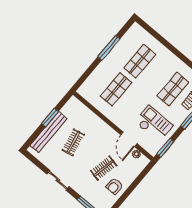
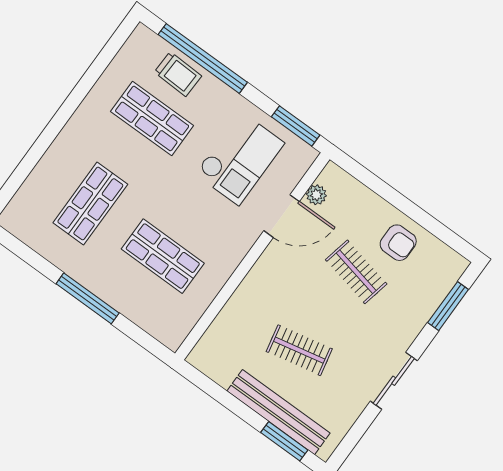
window: (109, 48) -> (88, 298), moved
shop shelf: (140, 61) -> (90, 203), turned 90
window: (50, 118) -> (284, 441), moved
checkout: (154, 124) -> (240, 158), turned 180

